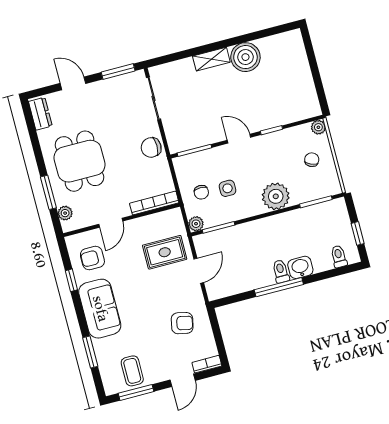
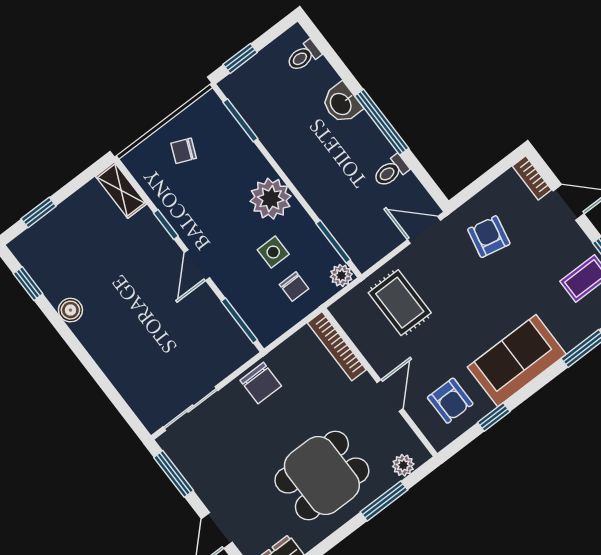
window: (271, 32) -> (28, 284), added
window: (311, 56) -> (39, 213), added
boiler: (245, 57) -> (70, 310), width x0.54, depth x0.54
shelving: (211, 59) -> (121, 190), moved
plant: (318, 127) -> (134, 160), removed
chair: (201, 192) -> (294, 287), turned 90
plant: (276, 196) -> (271, 199), moved
door: (111, 223) -> (390, 396), hinge flipped
window: (358, 233) -> (240, 58), moved
door: (199, 271) -> (424, 230), moved
toilet: (281, 271) -> (391, 171), moved

